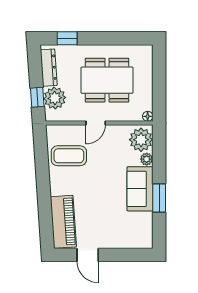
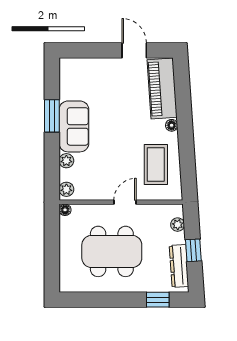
window: (37, 97) -> (193, 250), moved
plant: (55, 98) -> (178, 225), width x0.53, depth x0.53
plant: (141, 140) -> (66, 189), width x0.53, depth x0.53
coffee table: (69, 156) -> (156, 164), turned 90
floor lamp: (55, 190) -> (172, 125), added

